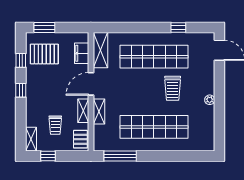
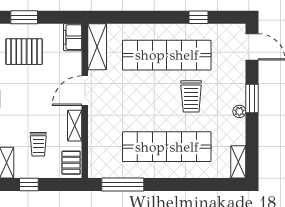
filing cabinet: (82, 53) -> (73, 37), moved
window: (219, 90) -> (252, 99), added
shelving: (99, 111) -> (238, 162), moved

